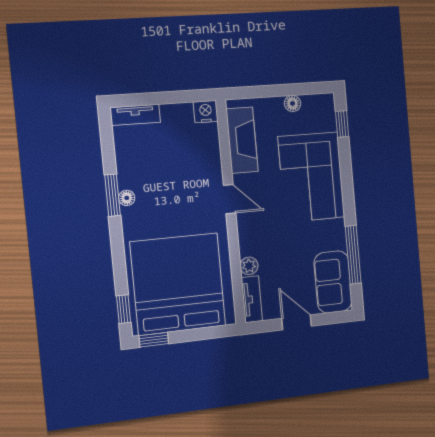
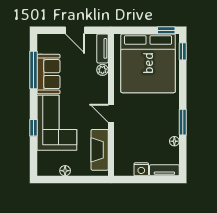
nightstand: (206, 112) -> (141, 169), moved
window: (342, 124) -> (33, 128), moved
floor lamp: (127, 198) -> (174, 141), moved
sofa: (333, 282) -> (48, 74), moved

